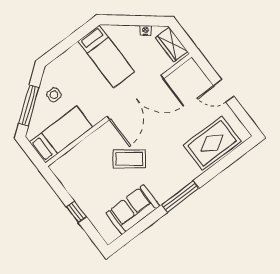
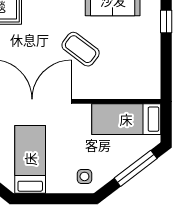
side table: (54, 95) -> (84, 176), moved
window: (76, 212) -> (166, 22), moved

